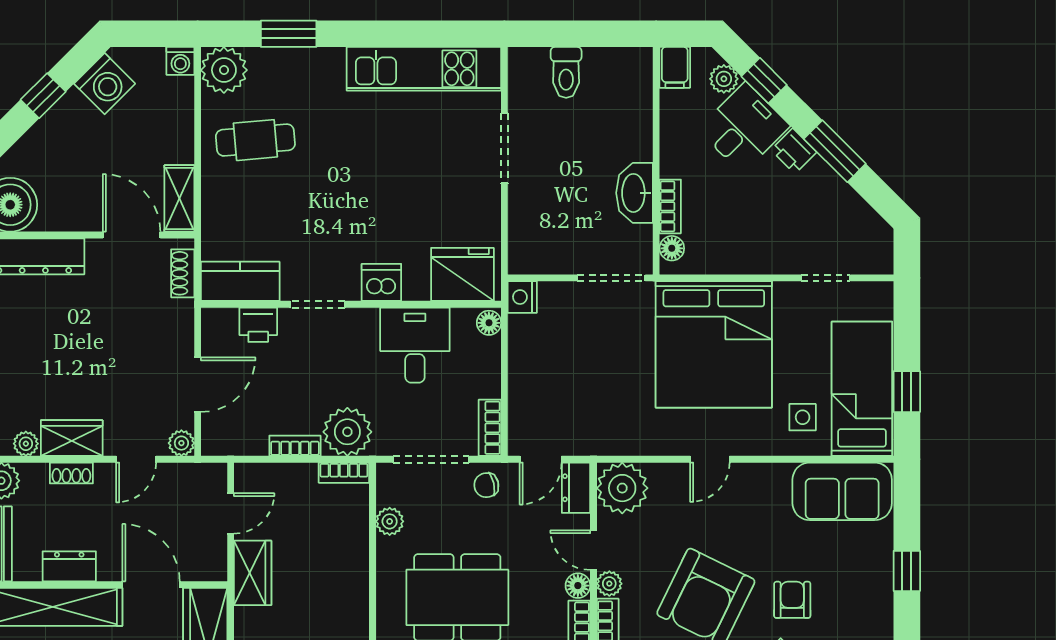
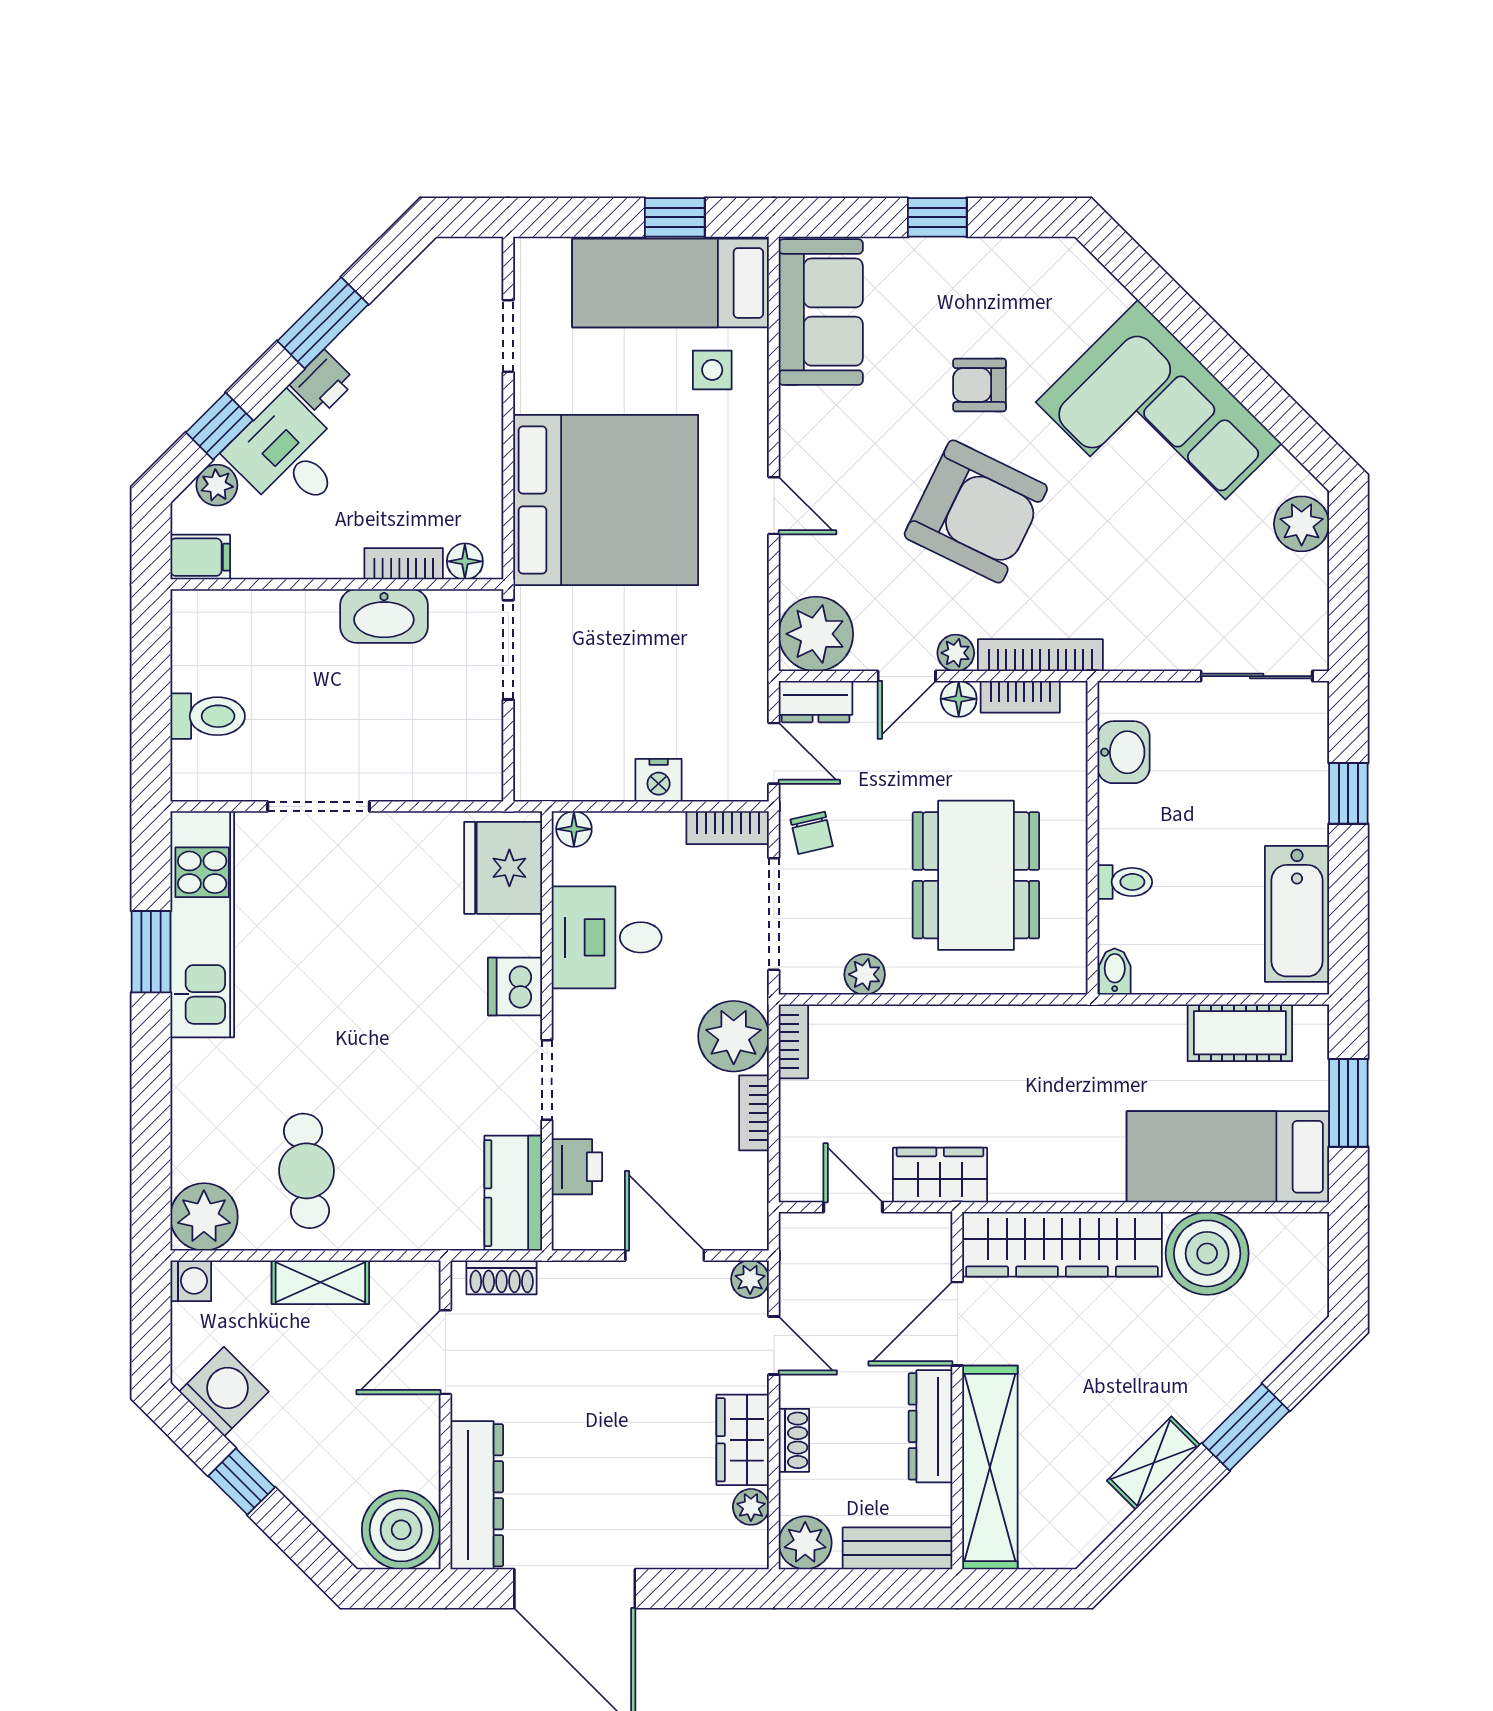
window: (289, 34) -> (151, 952), moved
shelving: (179, 198) -> (320, 1282), moved
nightstand: (522, 297) -> (659, 780), moved
dresser: (69, 566) -> (930, 1426), width x1.44

